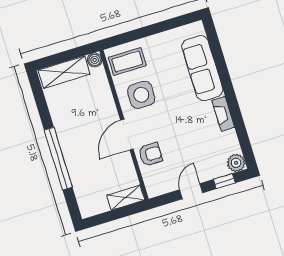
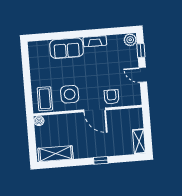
sofa: (202, 68) -> (67, 48), width x0.73
shelving: (64, 72) -> (56, 154), moved, turned 90
window: (58, 159) -> (101, 160), width x0.32
shelving: (126, 198) -> (139, 141), moved

